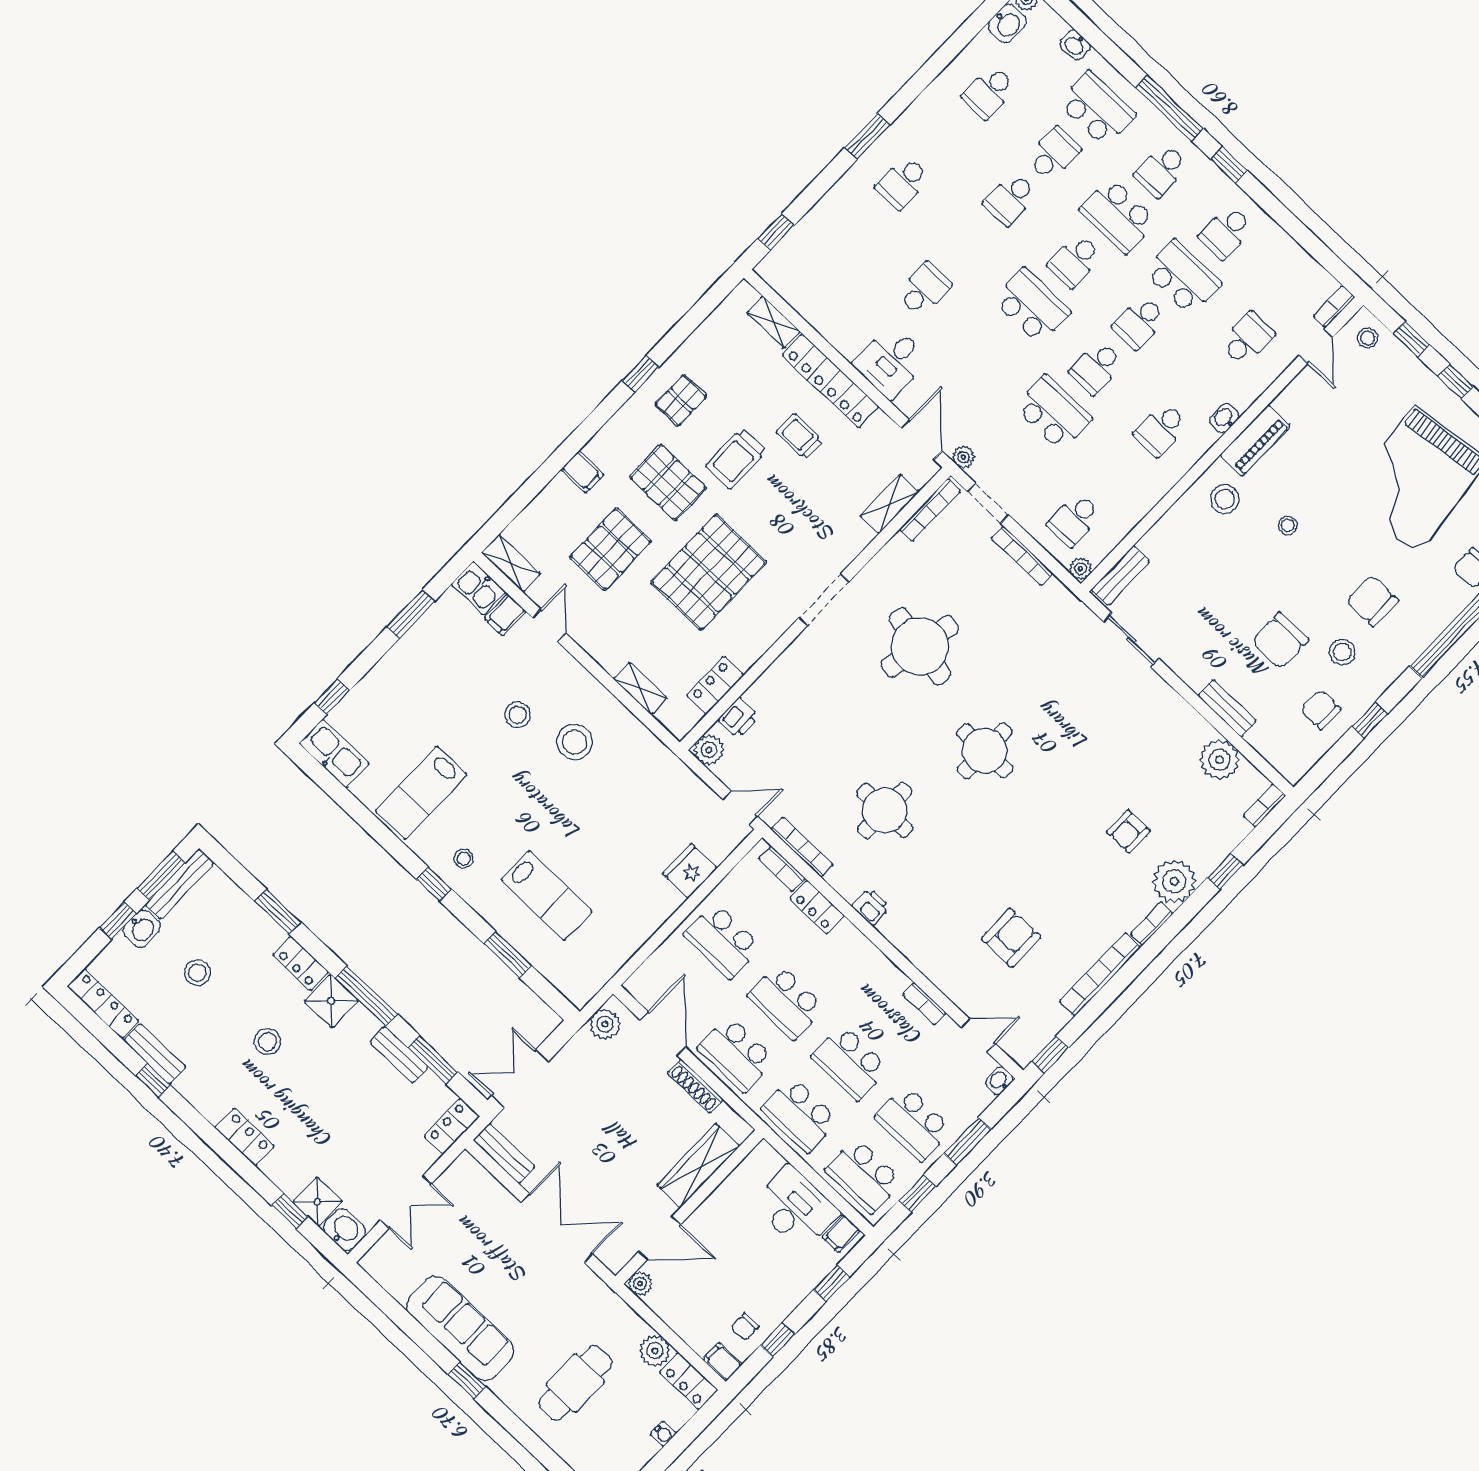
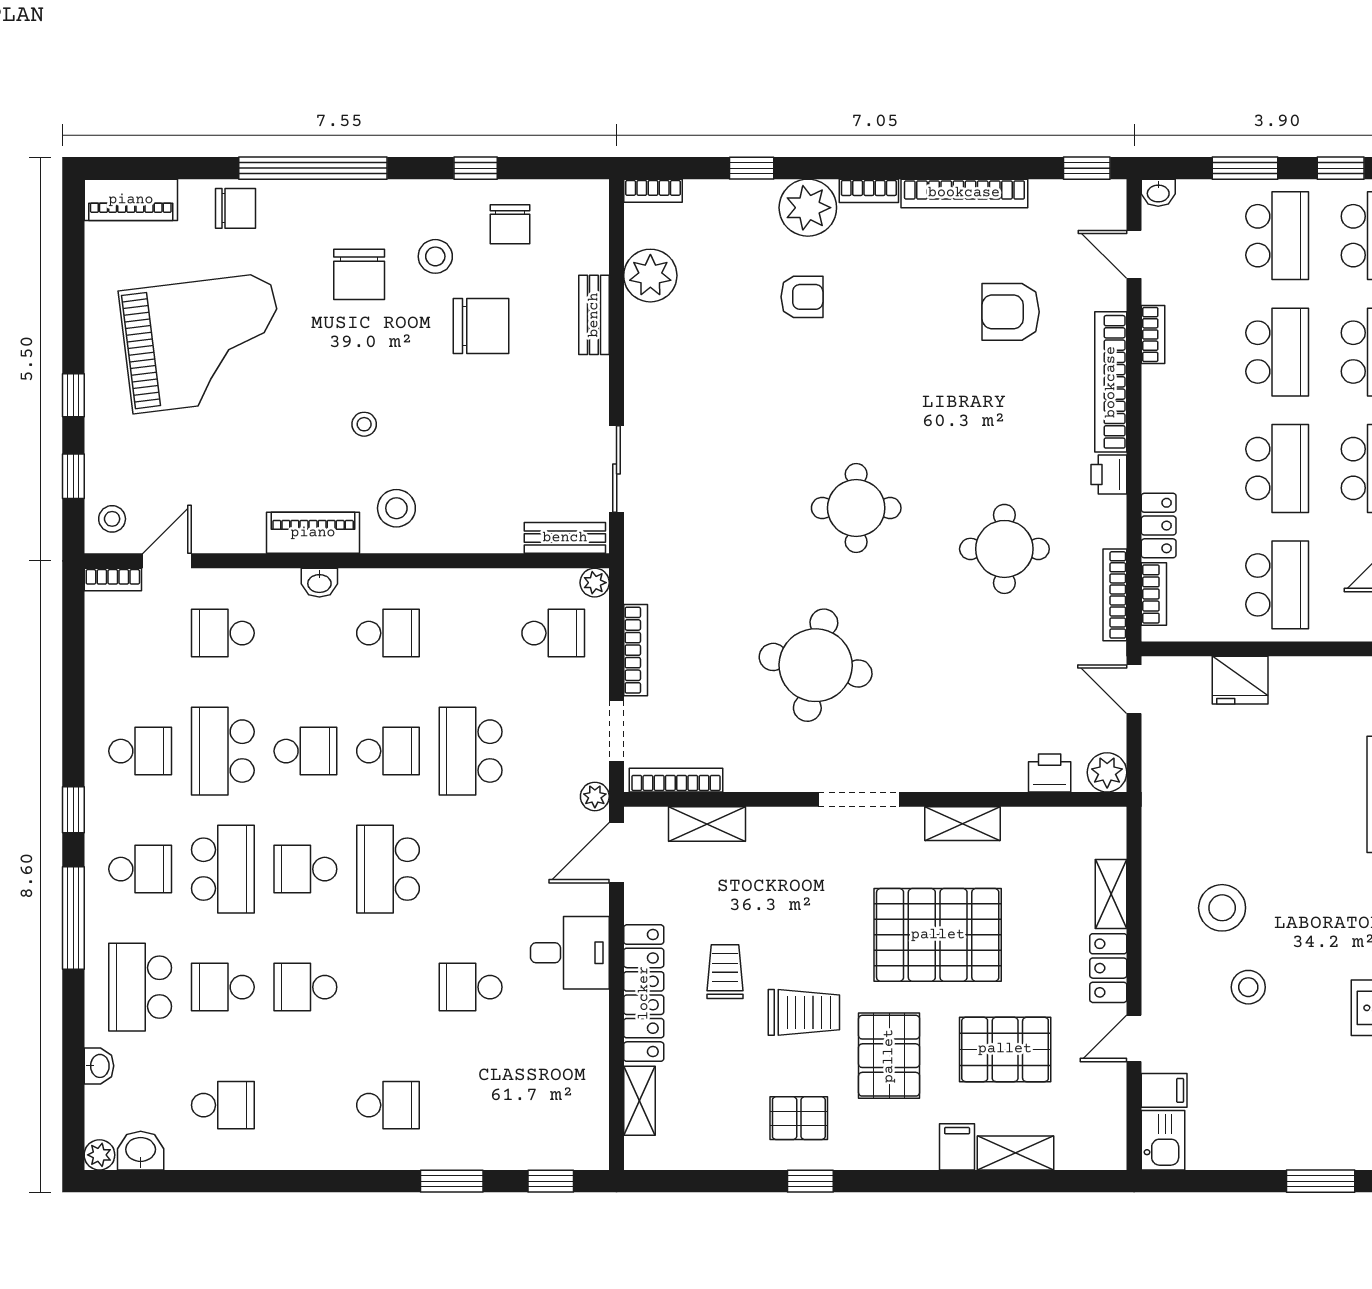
window: (867, 136) -> (452, 1181), moved
school desk: (1010, 199) -> (305, 987), turned 180
school desk: (1075, 261) -> (305, 869), turned 180
trolley: (800, 437) -> (725, 972), turned 180
shelving: (511, 563) -> (1015, 1153), moved, turned 90
window: (411, 614) -> (1321, 1181), moved
shelving: (756, 644) -> (963, 824), added
locker: (715, 685) -> (1108, 968), moved, turned 90
bookcase: (921, 956) -> (1111, 382), added

